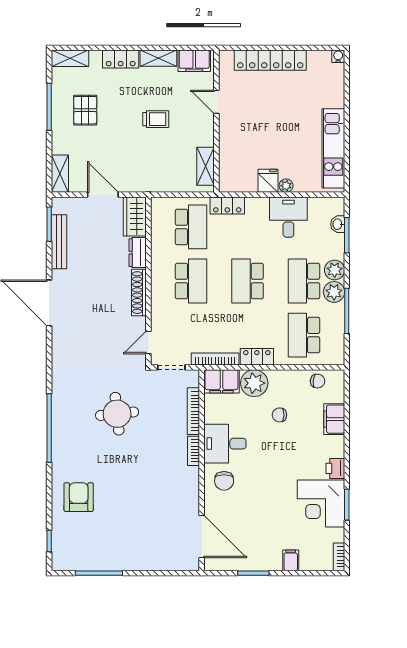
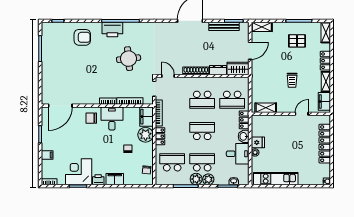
washbasin: (257, 206) -> (244, 136), added
filing cabinet: (334, 419) -> (115, 179), moved
printer: (65, 443) -> (112, 30), added

